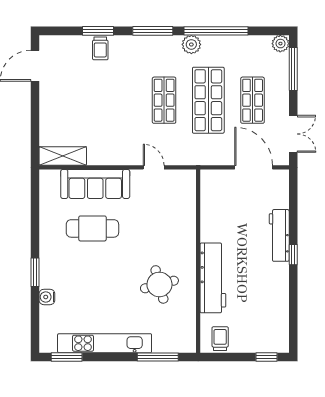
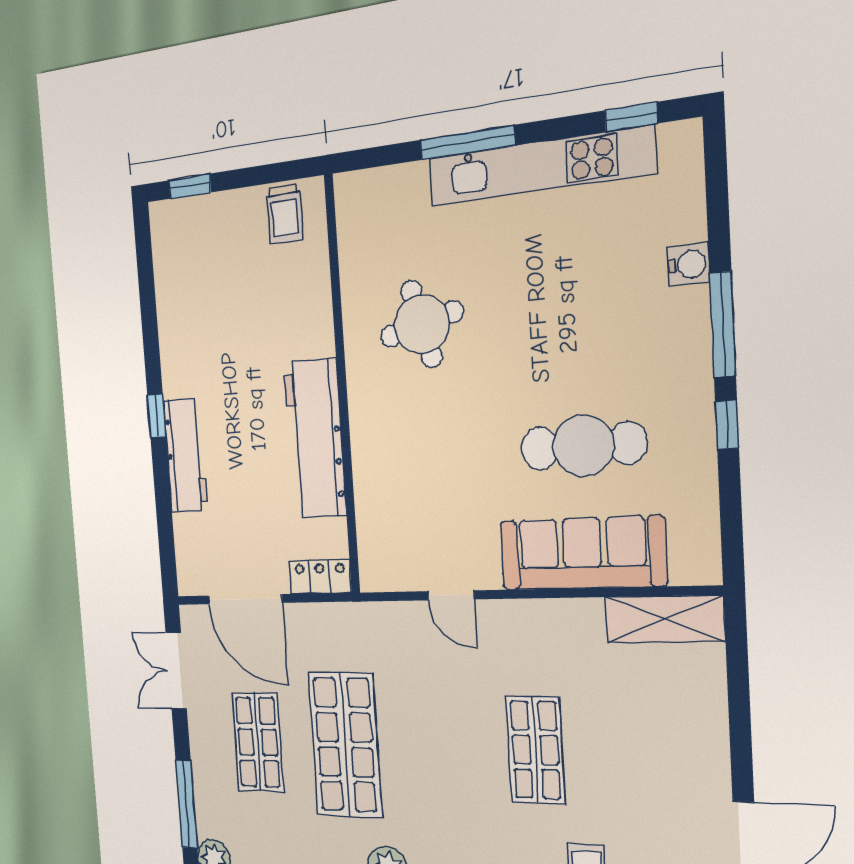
shop shelf: (164, 100) -> (536, 750), moved
locker: (215, 177) -> (320, 577), added
window: (35, 233) -> (727, 425), added
window: (35, 272) -> (723, 324), width x1.44
workbench: (213, 278) -> (315, 439), moved
window: (67, 357) -> (631, 117), width x0.67
window: (158, 357) -> (467, 143), moved

